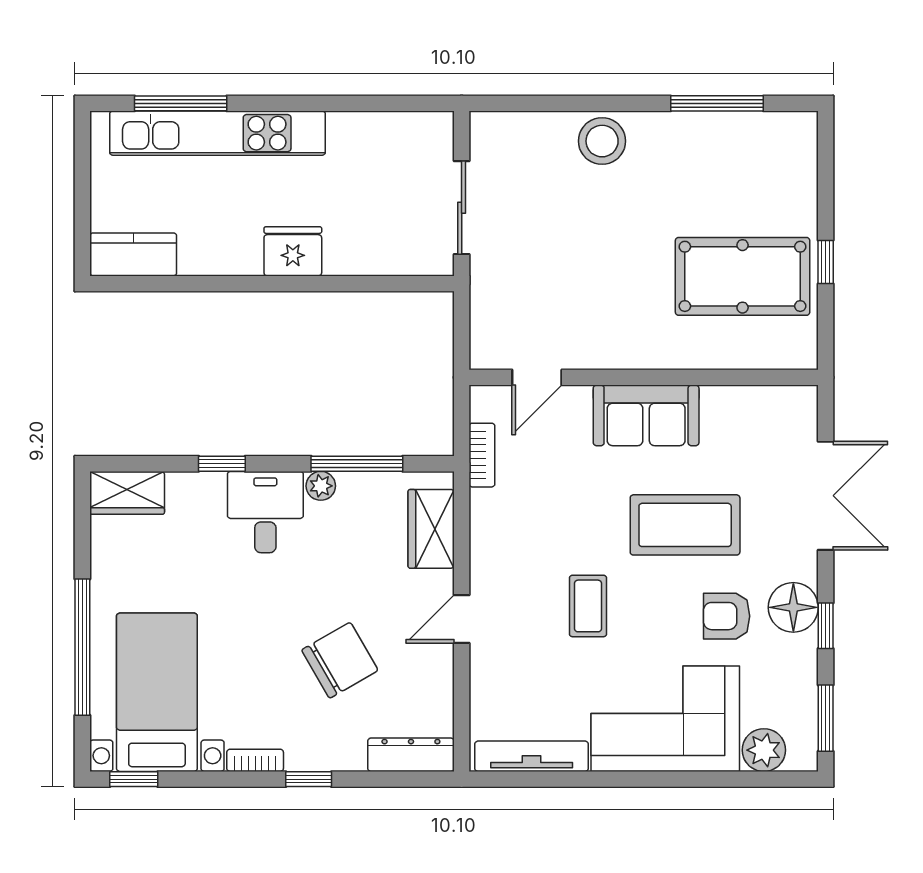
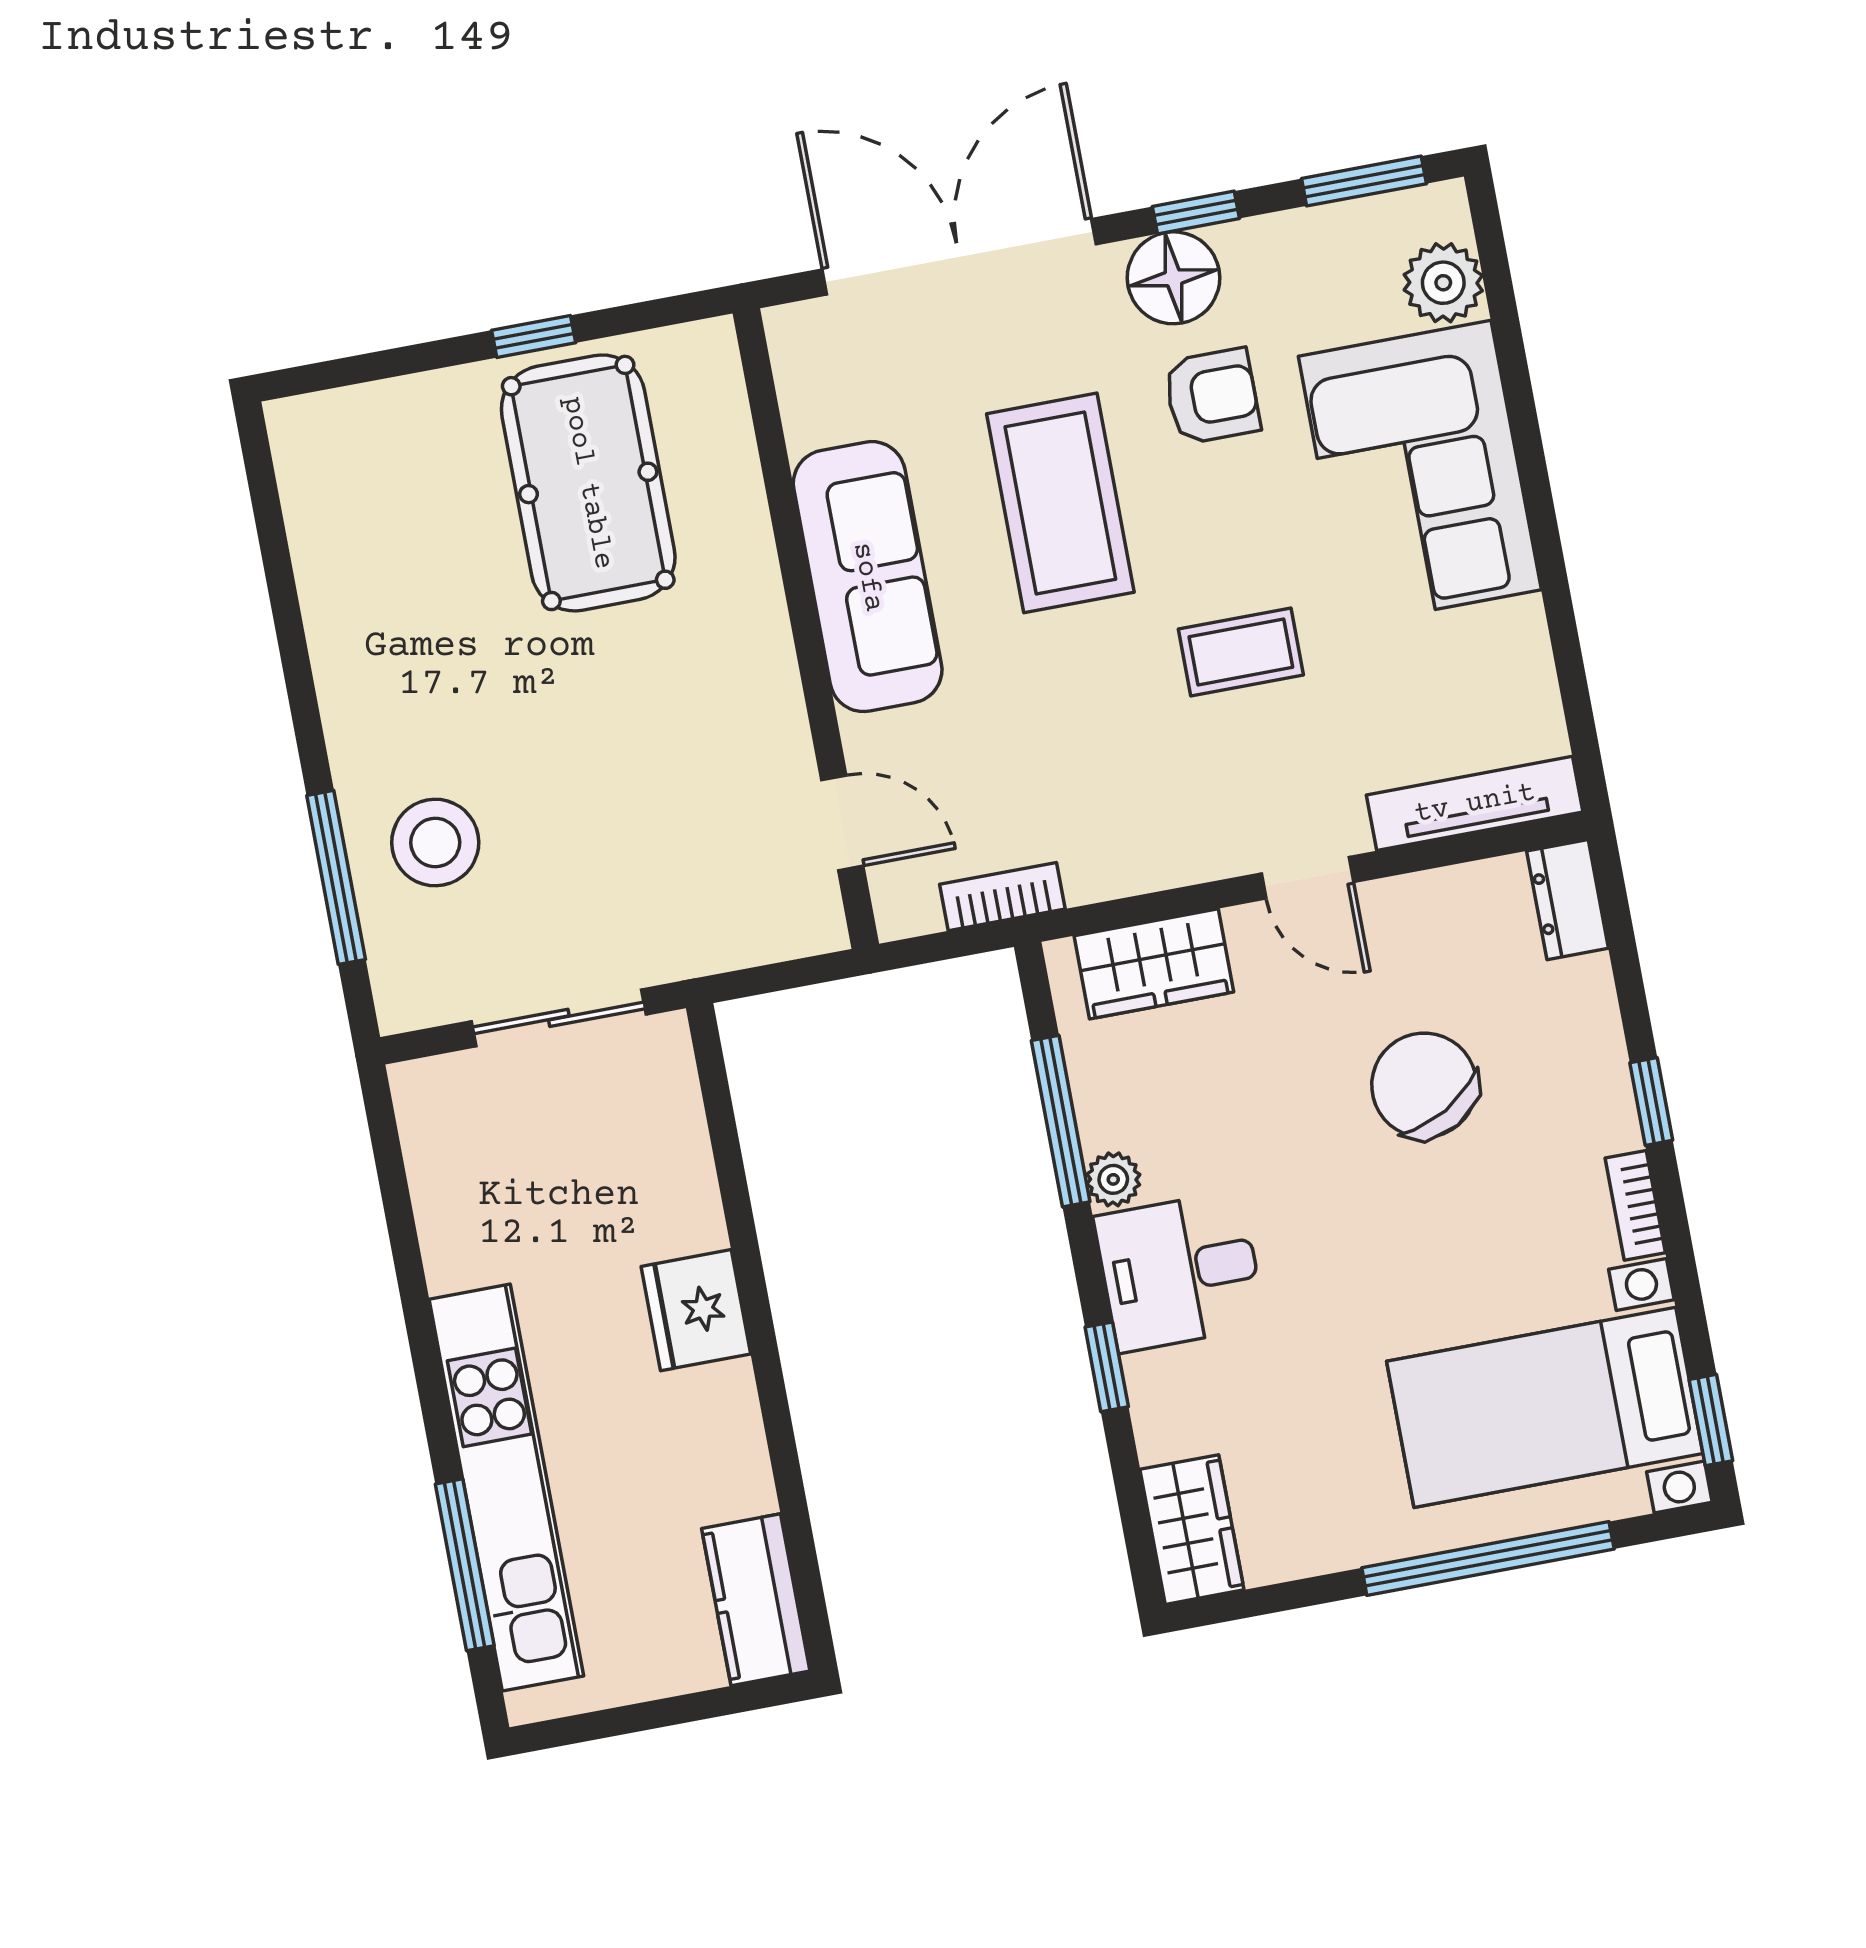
window: (717, 103) -> (336, 877), moved
stool: (602, 141) -> (435, 843), moved
sofa: (646, 415) -> (868, 577), width x1.36
double door: (826, 496) -> (959, 257), width x1.36
armchair: (727, 616) -> (1212, 396), turned -90
dresser: (411, 755) -> (1568, 900), width x0.70
tv unit: (532, 756) -> (1475, 803), moved, turned 90

